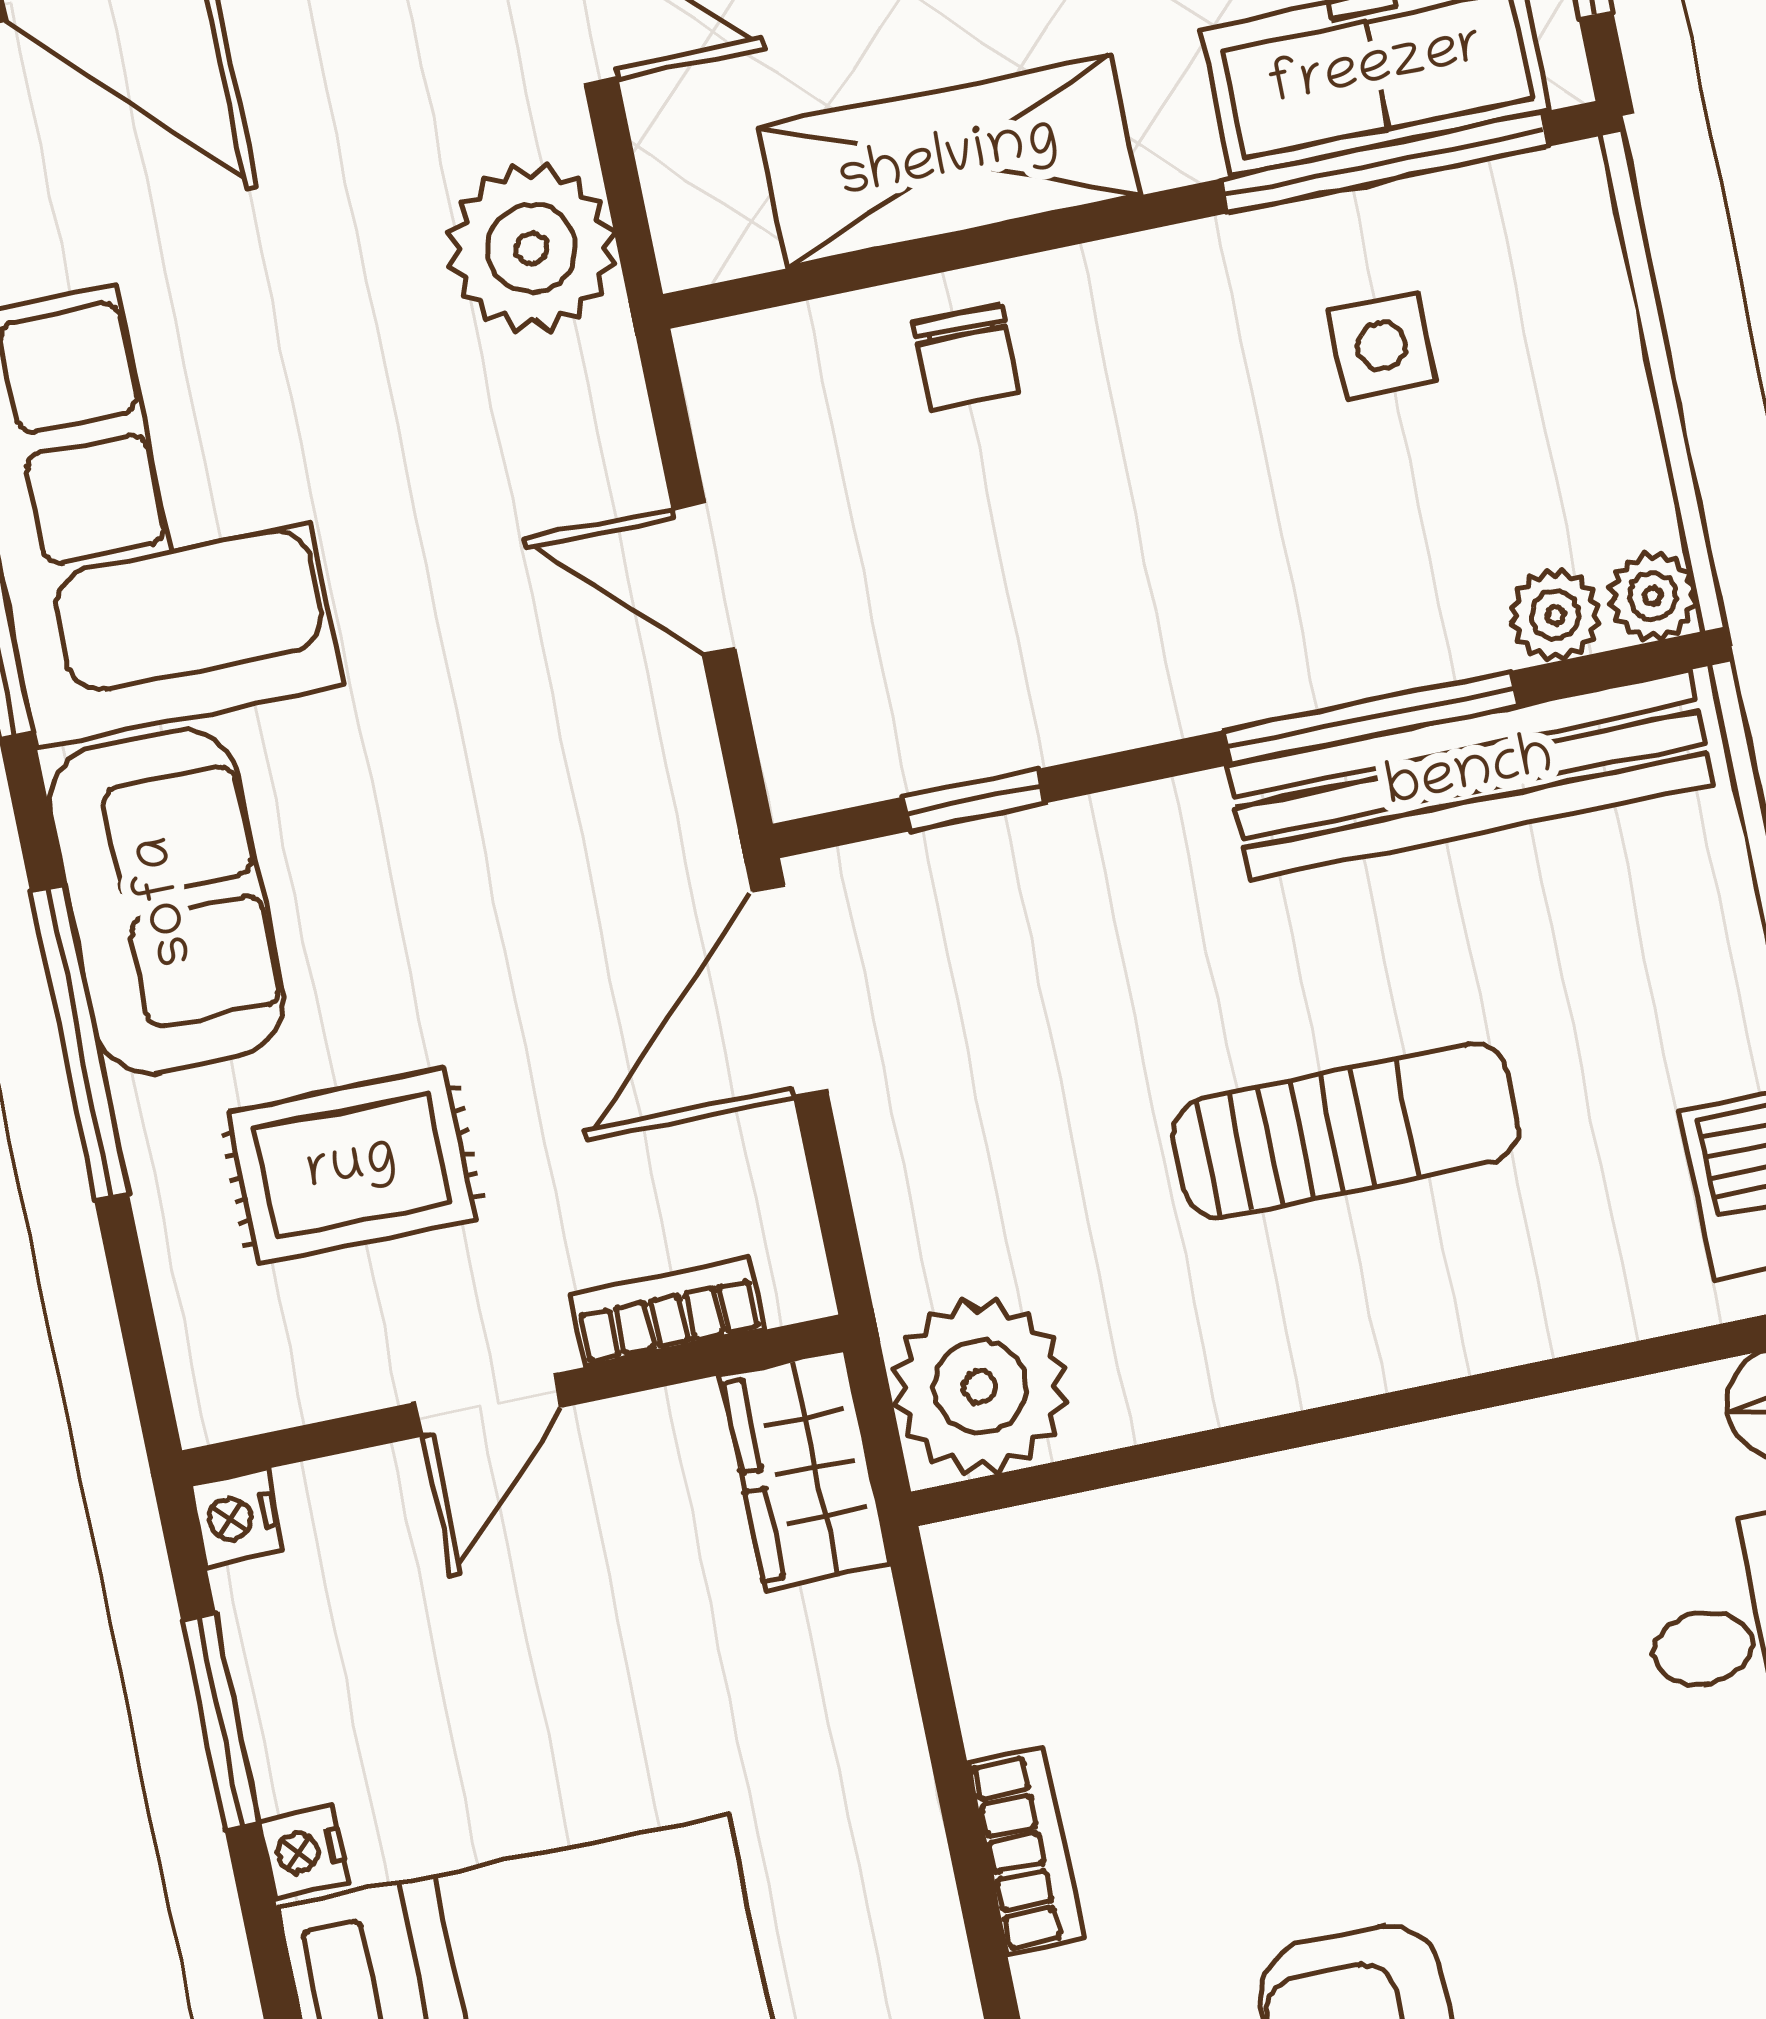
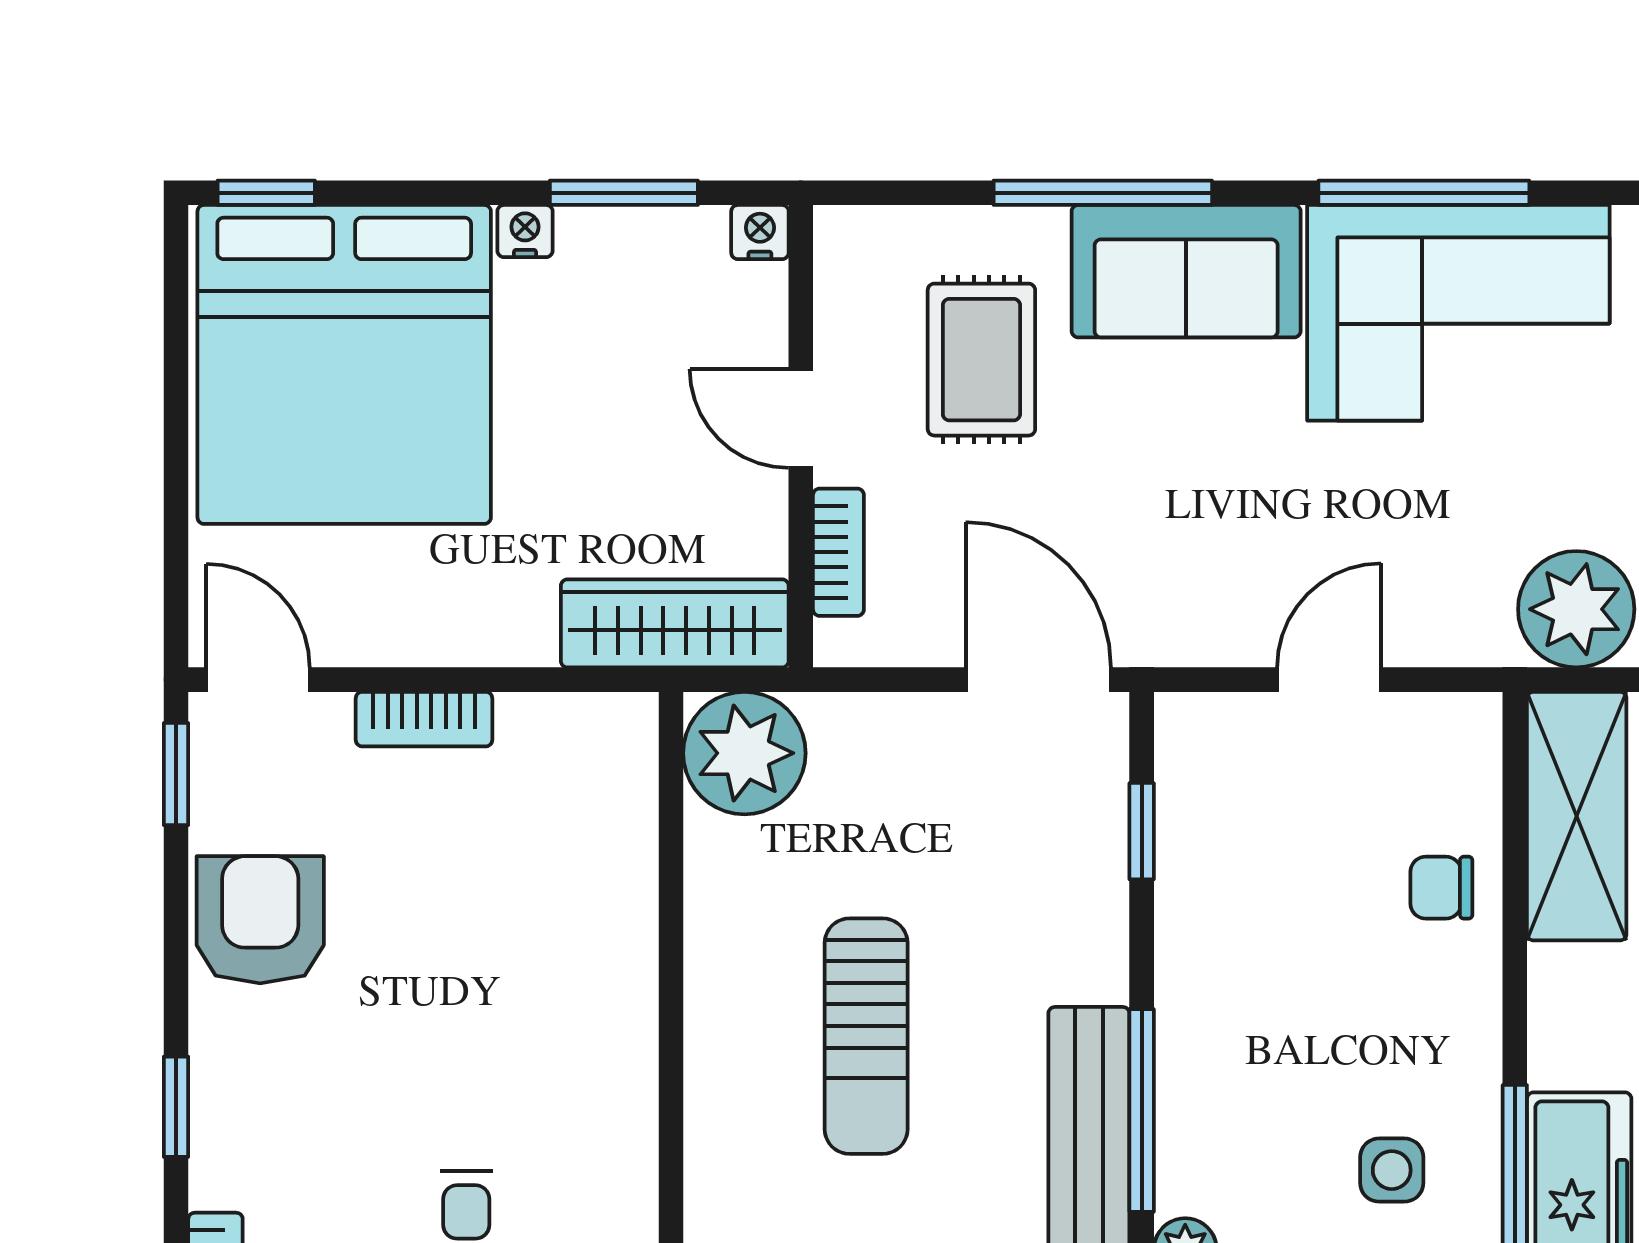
shelving: (949, 161) -> (1577, 816), moved
wardrobe: (805, 1470) -> (675, 623), width x1.50

